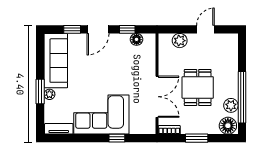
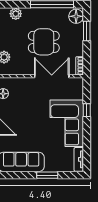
plant: (49, 94) -> (50, 167), removed
plant: (231, 105) -> (16, 14), moved
window: (197, 138) -> (87, 31), moved

